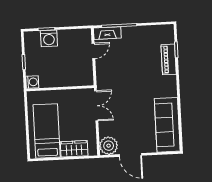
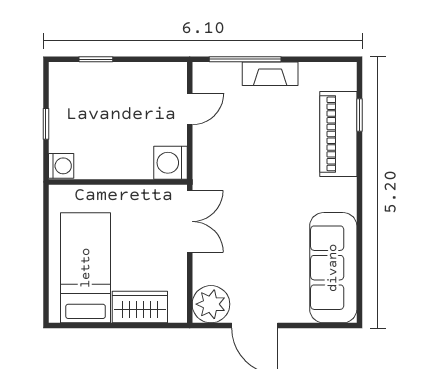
fireplace: (107, 33) -> (270, 74), moved
washing machine: (49, 38) -> (170, 163), moved, turned 90
piano: (169, 59) -> (338, 134), width x1.37, depth x1.33

